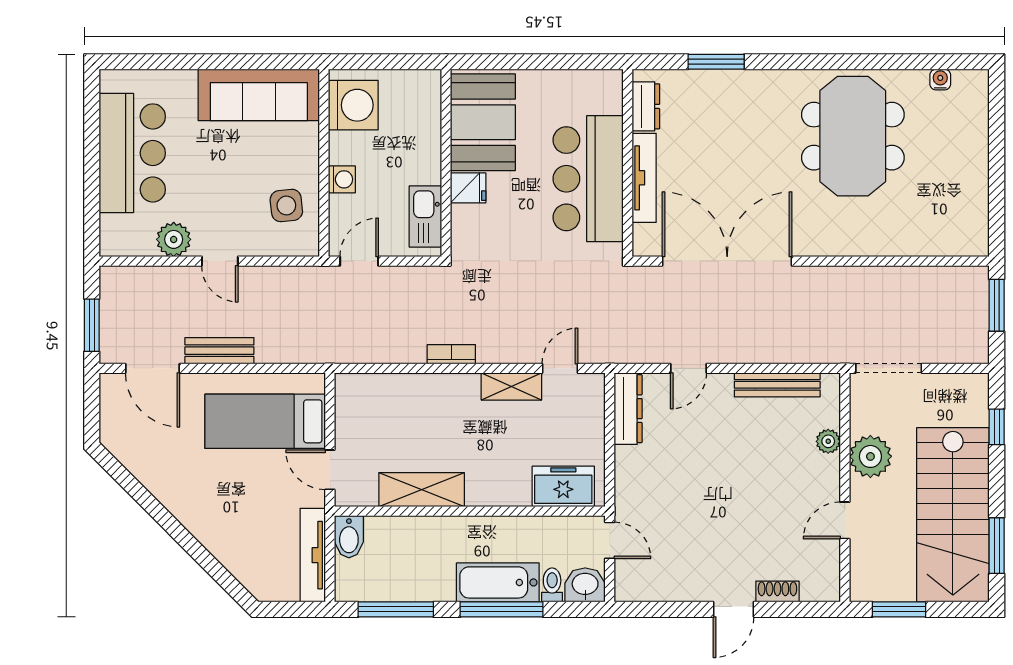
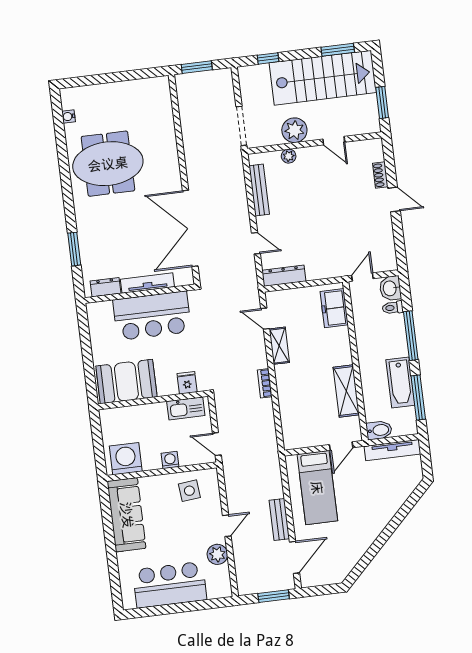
fridge: (468, 188) -> (187, 383), moved
bathtub: (498, 582) -> (400, 383), moved

